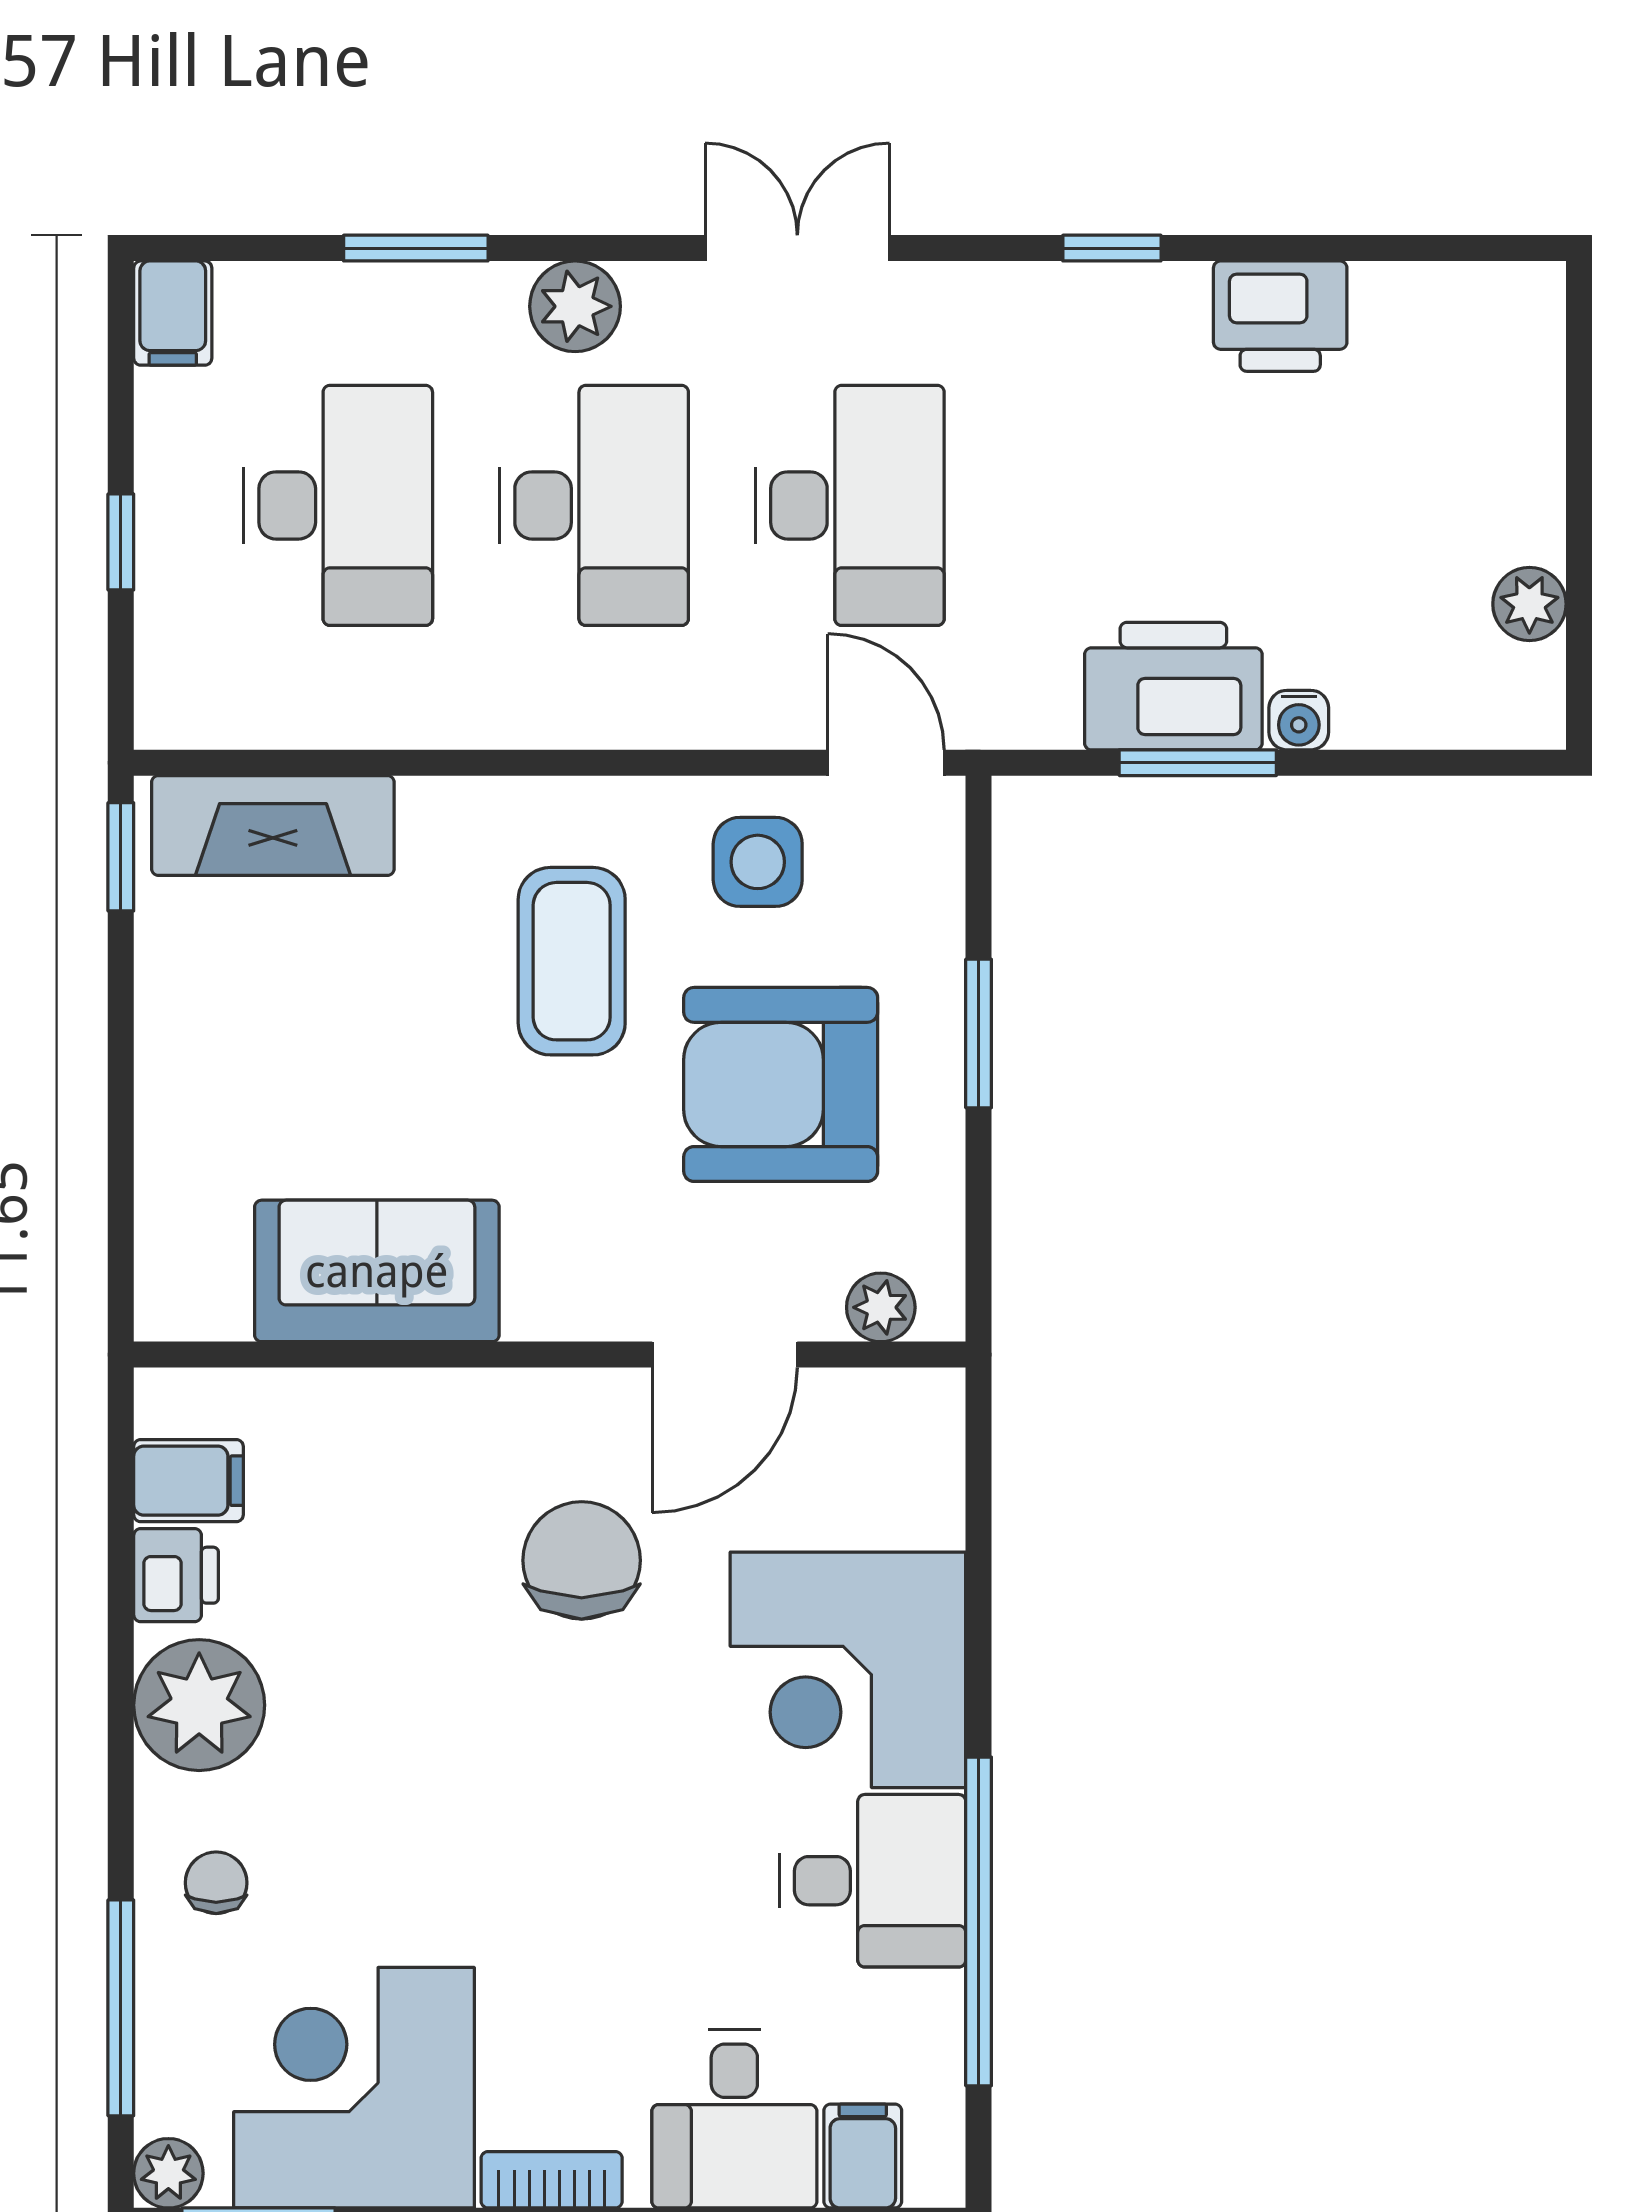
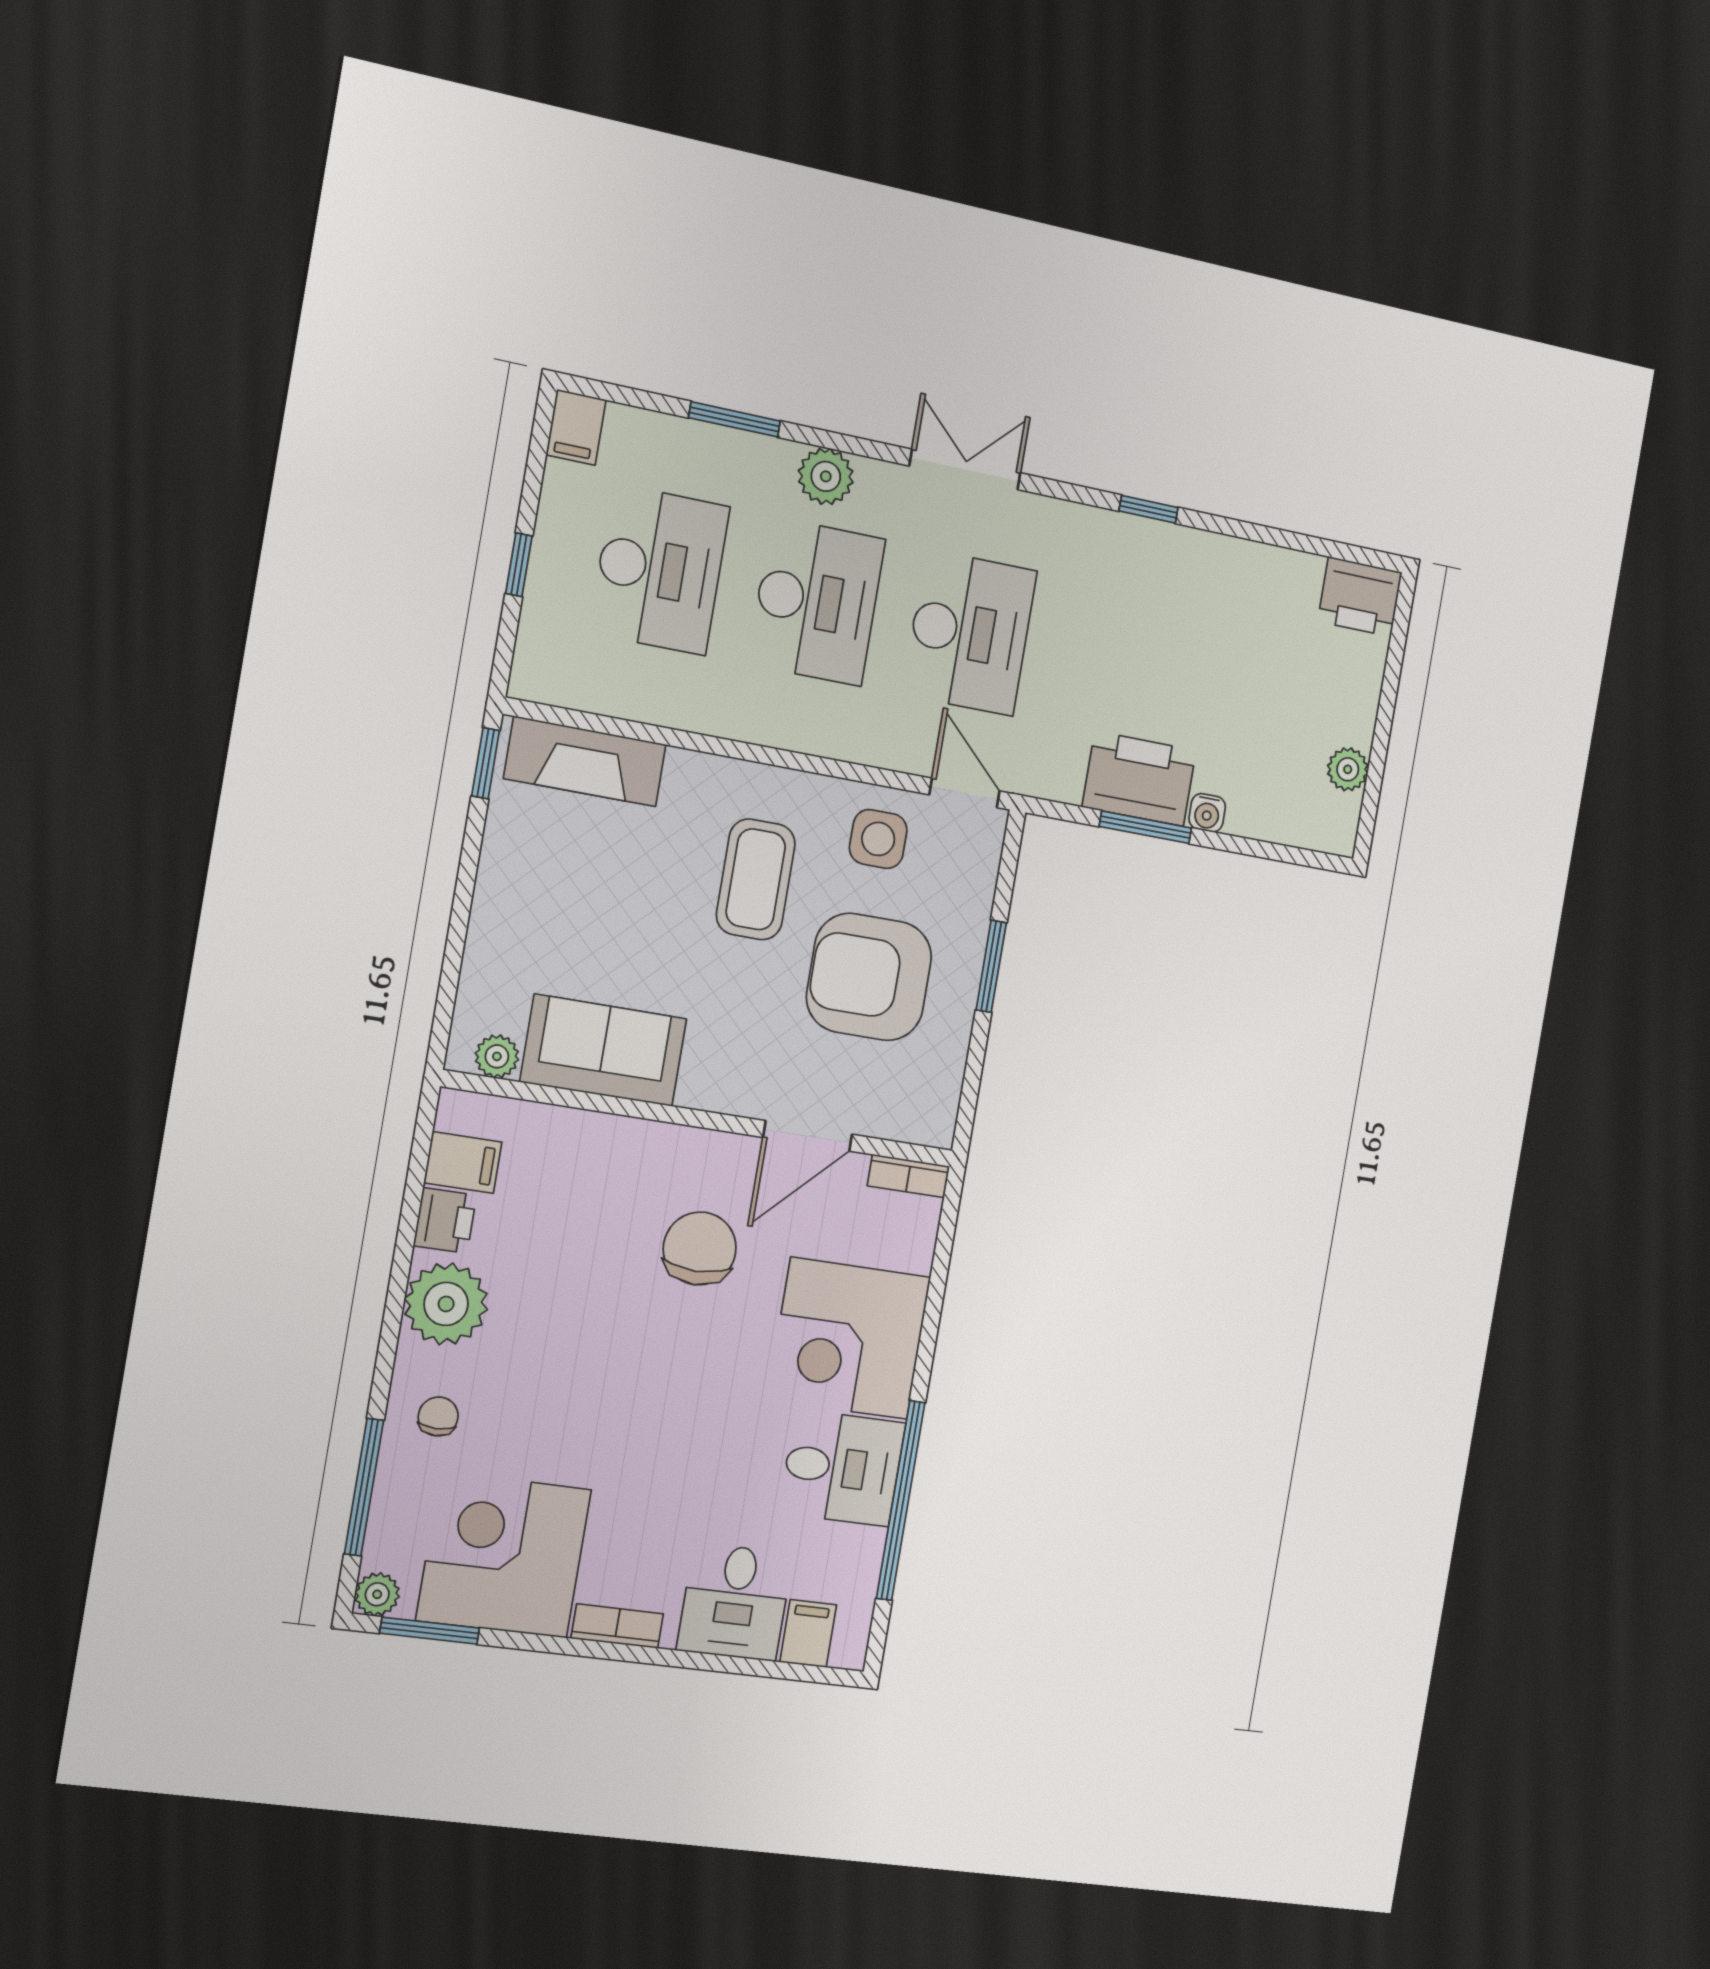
printer: (1280, 316) -> (1360, 597), moved
plant: (881, 1307) -> (497, 1056), moved
bookcase: (900, 1393) -> (908, 1176), added

